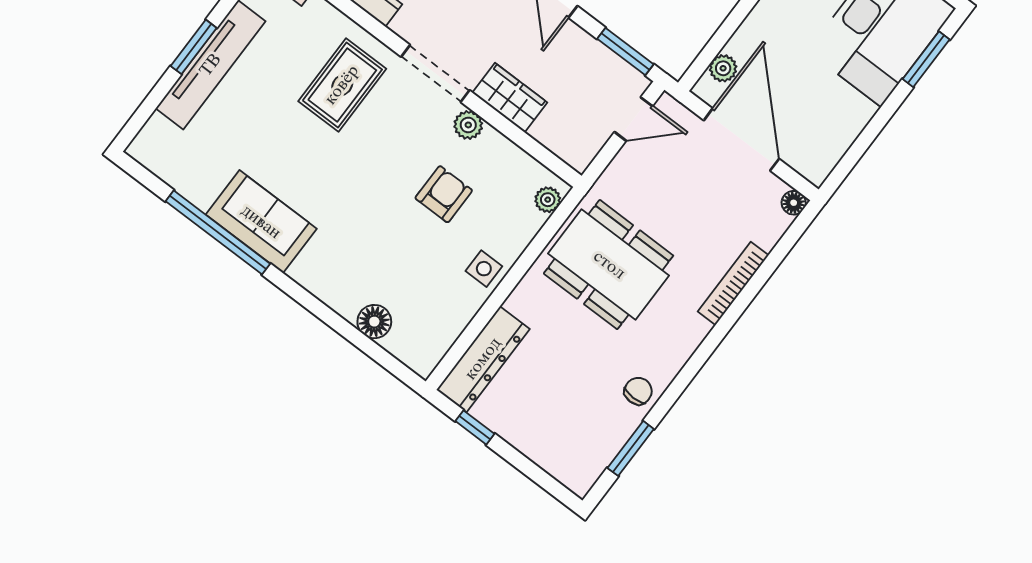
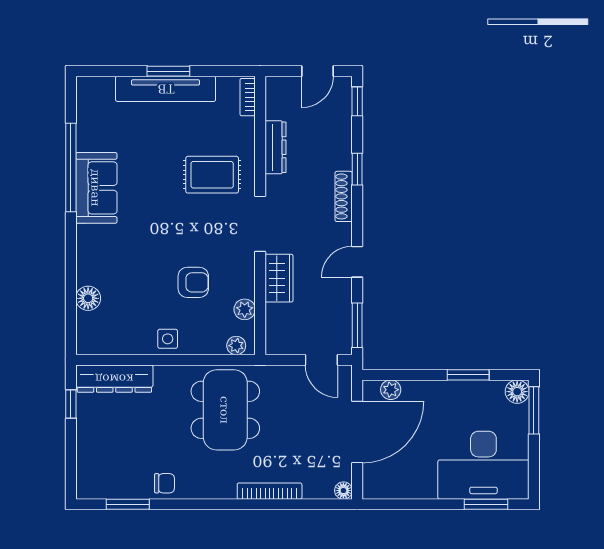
plant: (468, 125) -> (245, 309), moved

